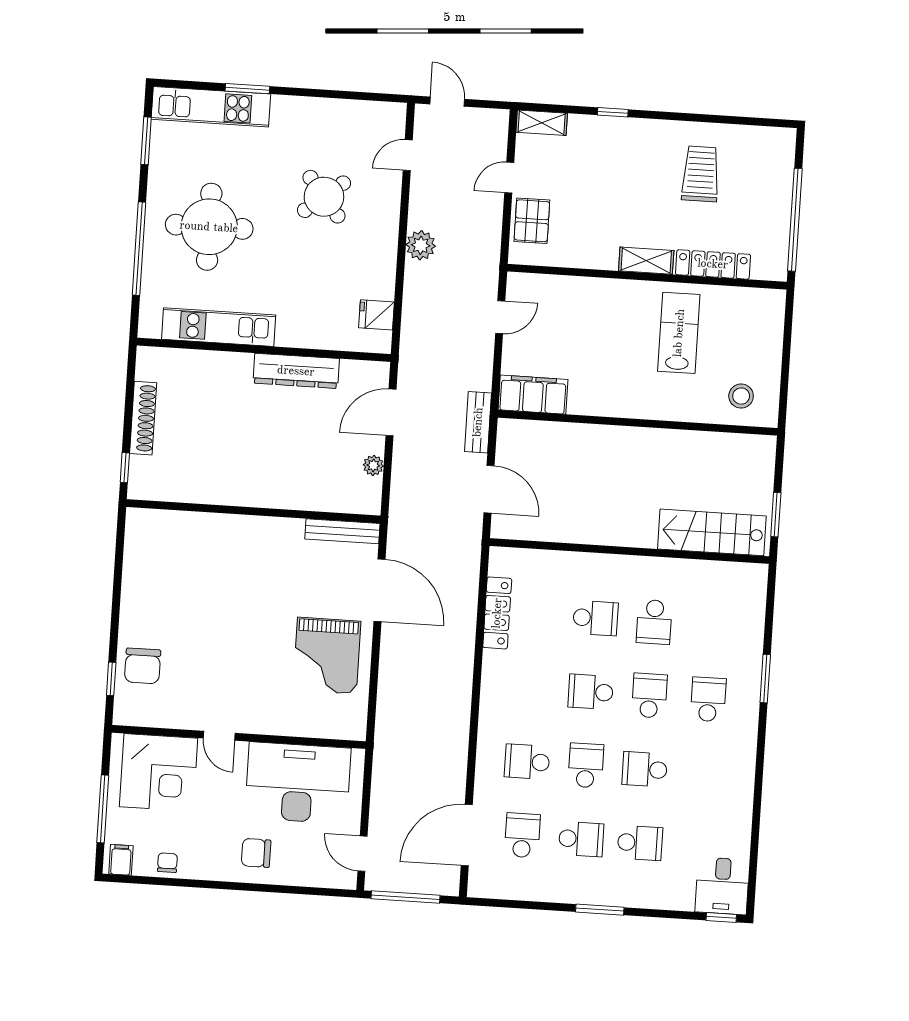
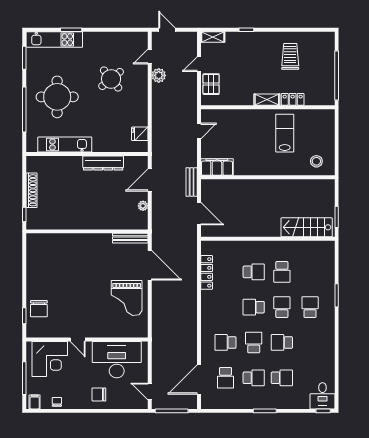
plant: (421, 245) -> (159, 75), moved
locker: (713, 264) -> (293, 99), width x0.66
school desk: (522, 835) -> (226, 378), turned 180

